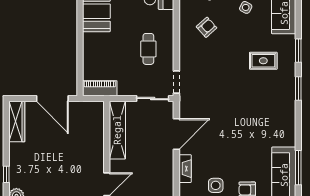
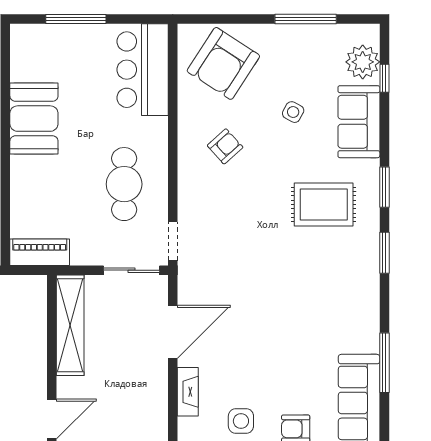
cafe table: (148, 49) -> (124, 184), width x1.37, depth x1.35
rug: (263, 61) -> (324, 205), width x1.36, depth x1.43
window: (298, 168) -> (384, 363), moved

